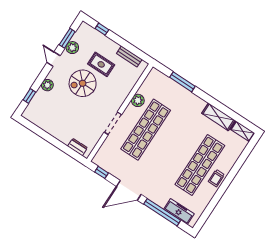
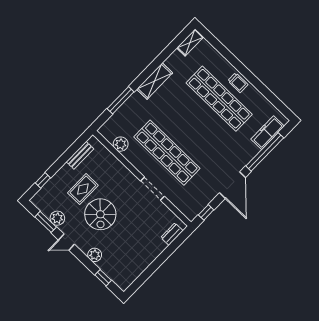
plant: (138, 100) -> (121, 144), moved
shelving: (218, 117) -> (155, 81), moved

